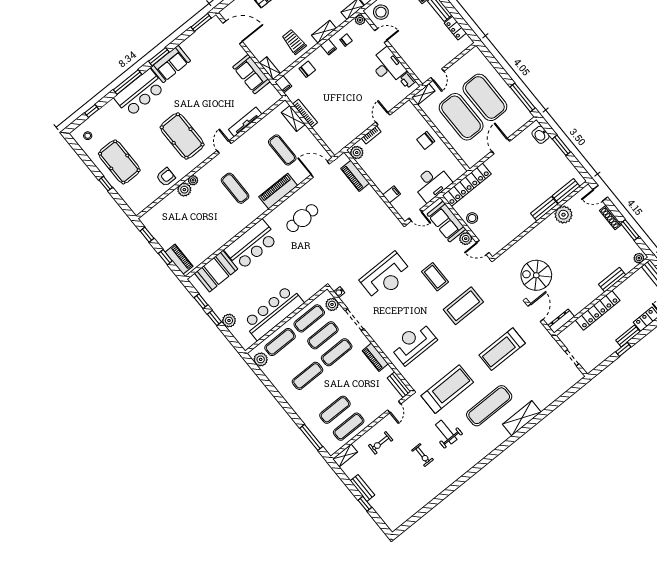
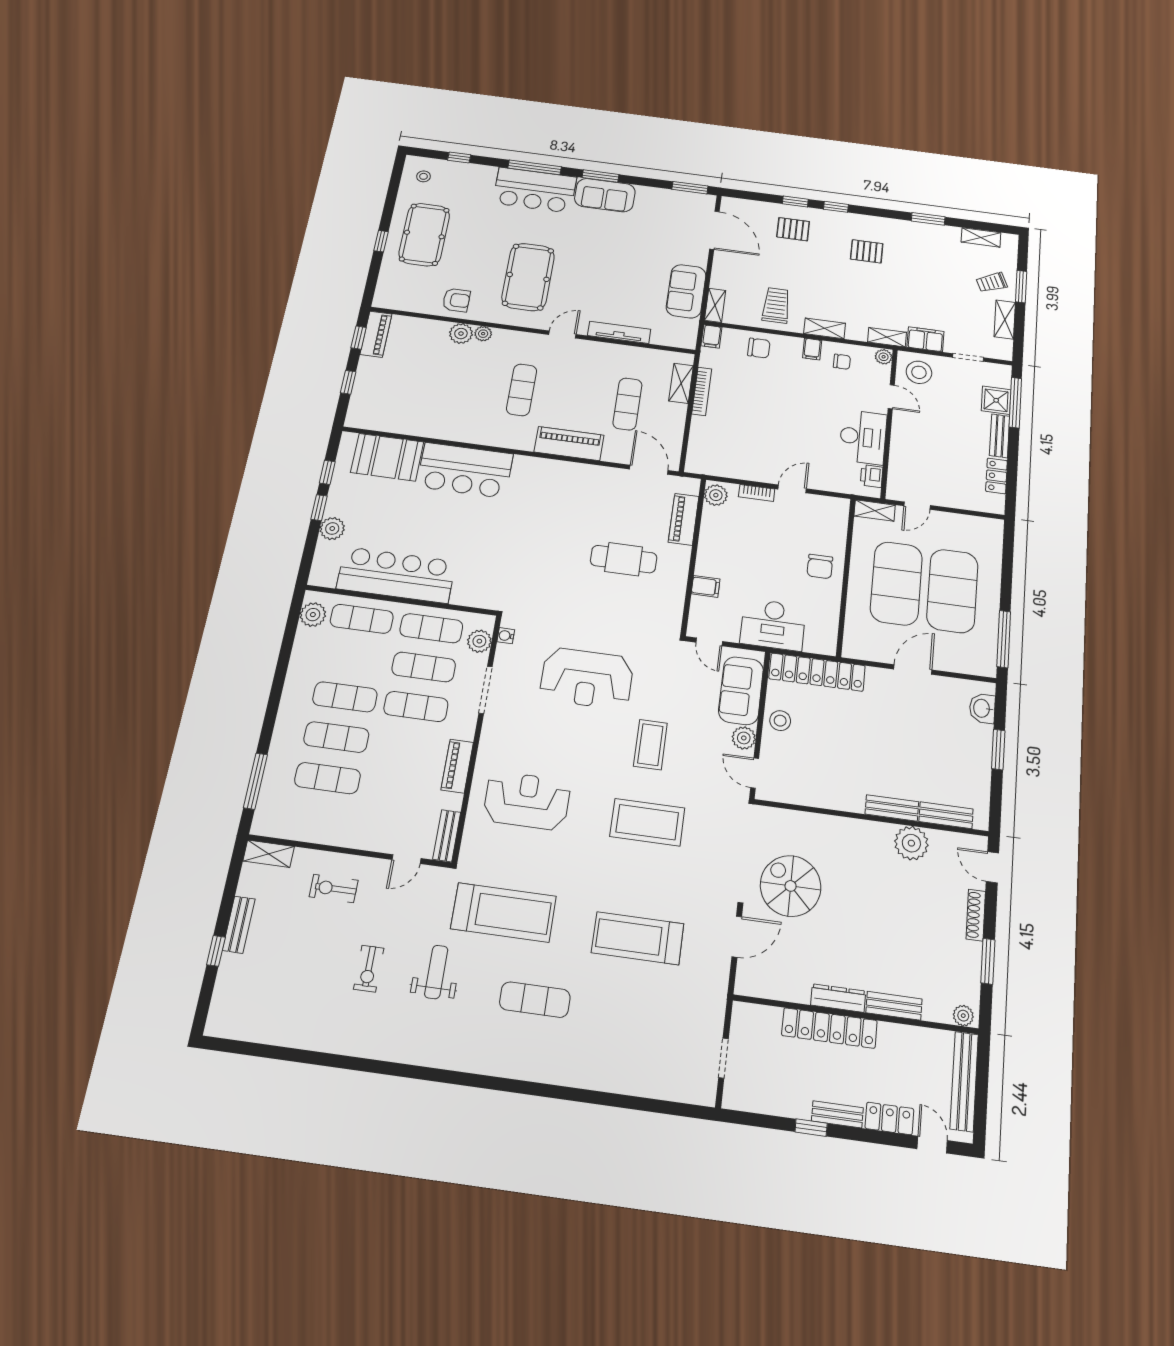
chair: (426, 140) -> (820, 566), turned -90
cafe table: (302, 218) -> (624, 559), moved
piano: (179, 259) -> (376, 334), moved
dresser: (561, 321) -> (838, 998), moved
exercise mat: (489, 406) -> (535, 1000), width x0.73, depth x0.69
shelving: (522, 418) -> (561, 1069), removed
exercise mat: (349, 427) -> (336, 737), moved

